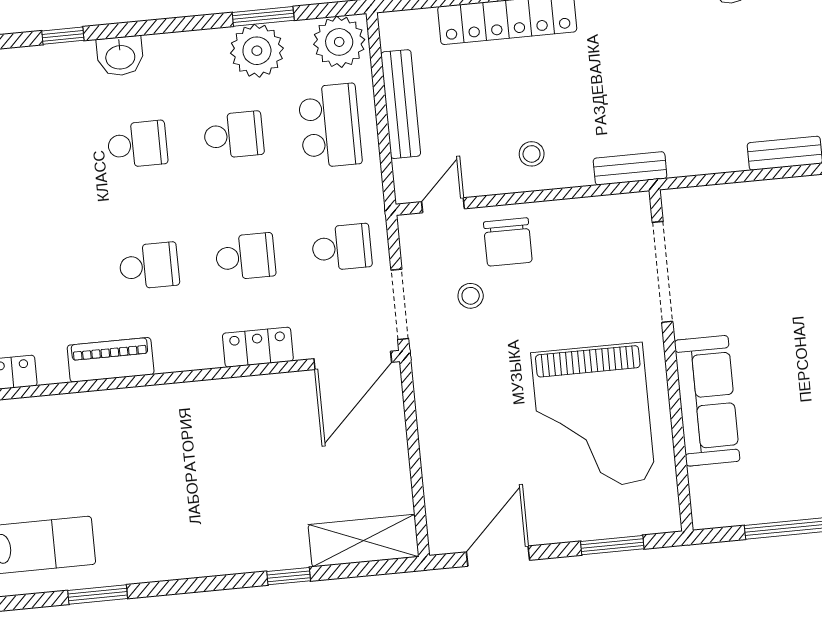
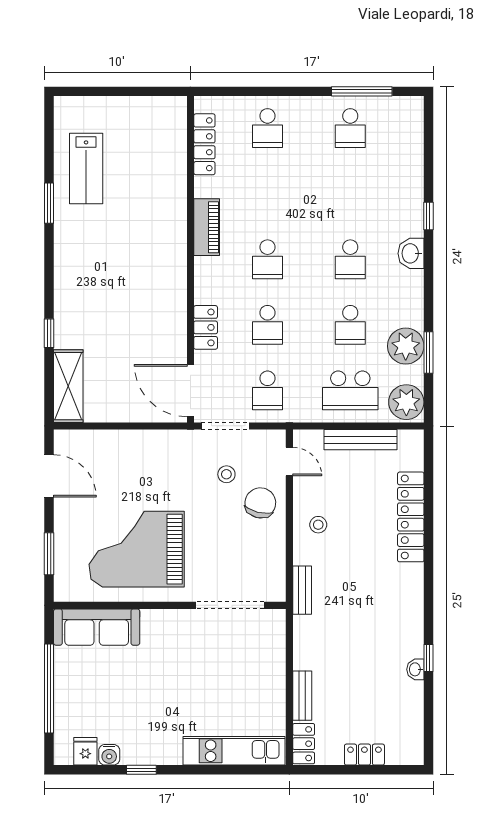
chair: (508, 242) -> (260, 503), turned 104
sofa: (707, 401) -> (97, 627), moved

